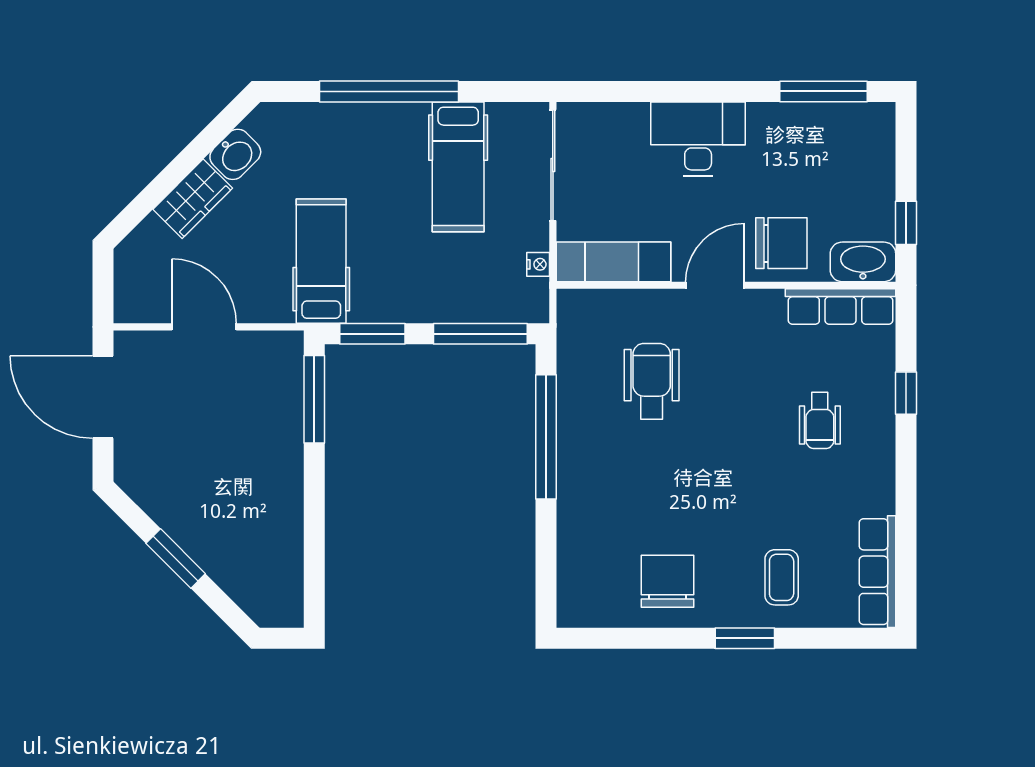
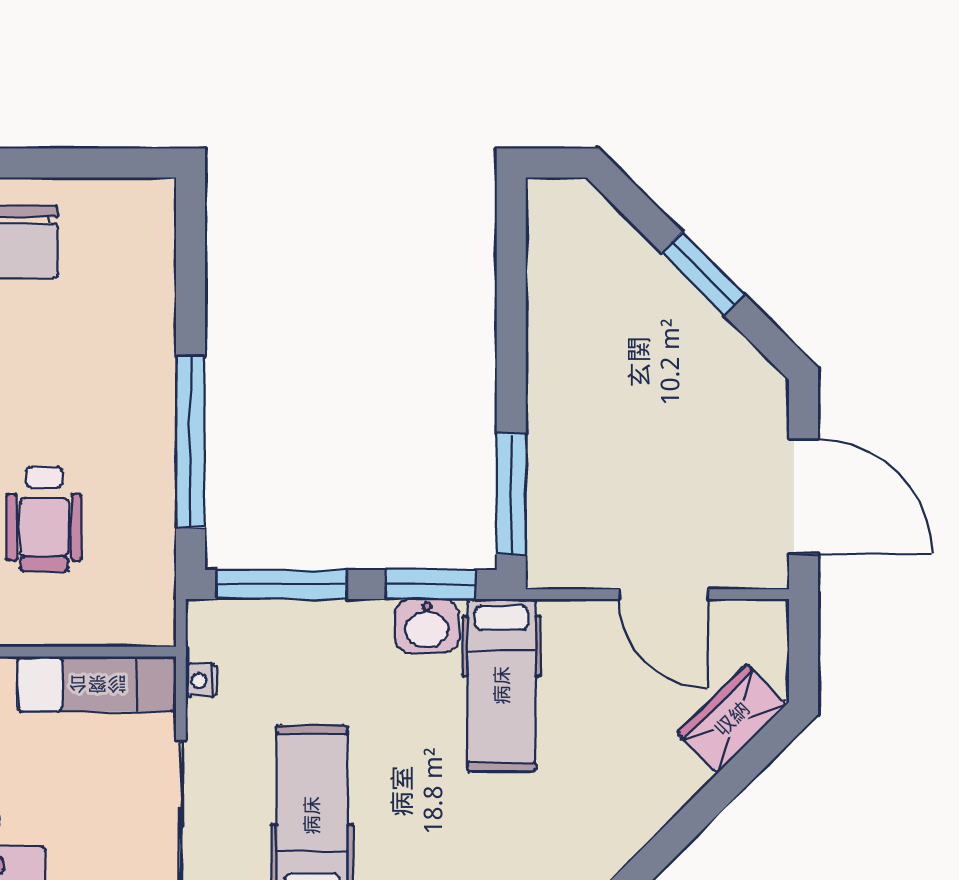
washbasin: (235, 154) -> (427, 626), moved, turned -135
wardrobe: (193, 199) -> (732, 719), moved

